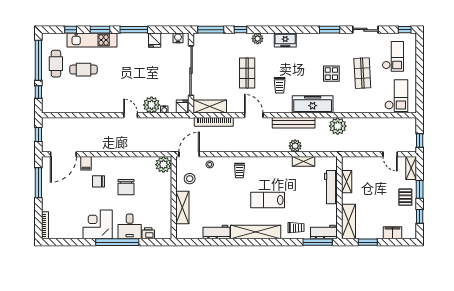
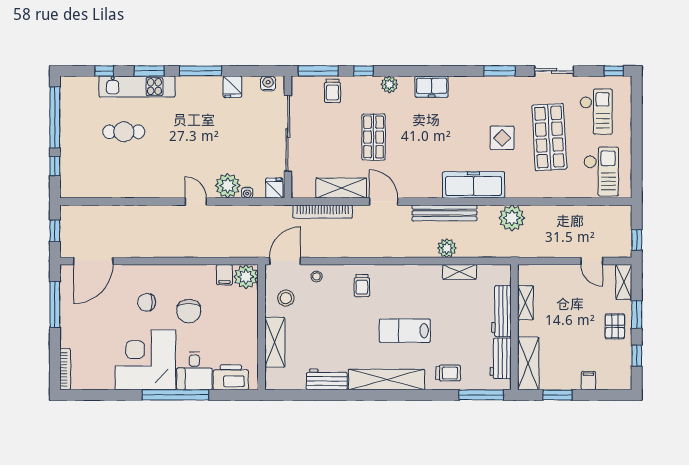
cafe table: (56, 64) -> (82, 123), removed
shop shelf: (362, 73) -> (549, 137), width x1.43, depth x1.36
trolley: (280, 85) -> (332, 91), moved
shelving: (210, 106) -> (341, 188), moved
filing cabinet: (86, 163) -> (224, 275), moved
corner desk: (98, 224) -> (145, 360), width x1.36, depth x1.36
workbench: (324, 232) -> (501, 358), moved, turned -90
printer: (148, 233) -> (231, 377), width x1.87, depth x1.48
filing cabinet: (393, 233) -> (588, 381), width x0.50

